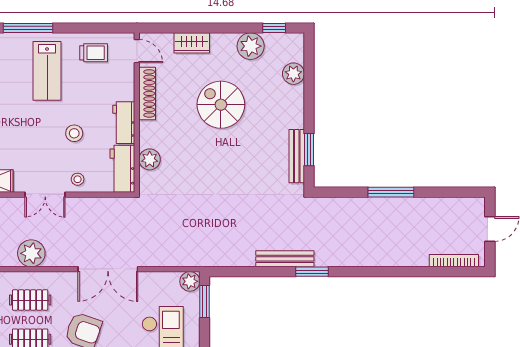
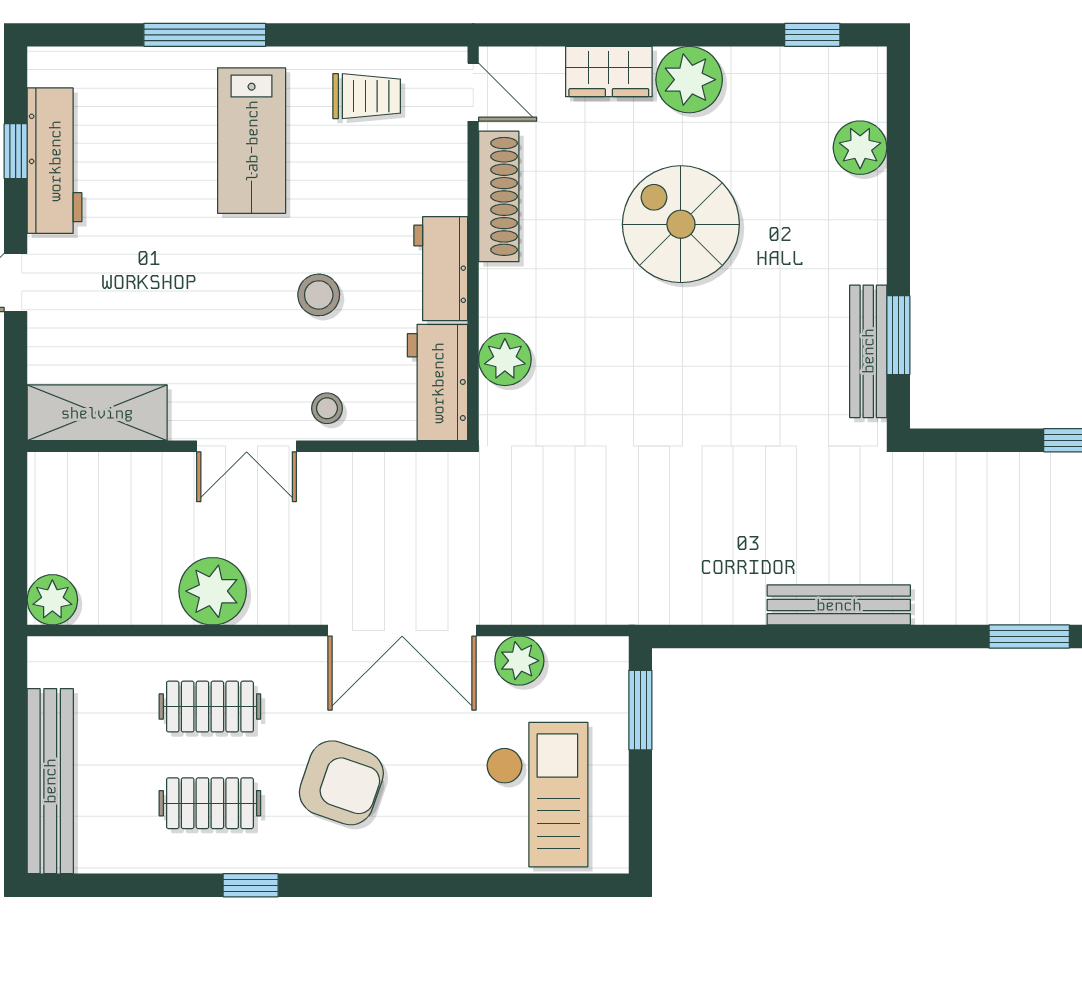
plant: (251, 46) -> (689, 80), moved
window: (312, 272) -> (1029, 636), moved
plant: (190, 281) -> (519, 661), moved

